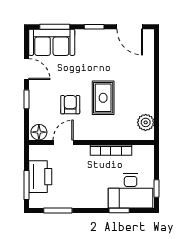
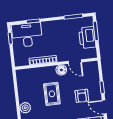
armchair: (70, 105) -> (82, 96), moved
plant: (146, 122) -> (25, 108), moved
floor lamp: (39, 132) -> (61, 70), moved
door: (63, 142) -> (75, 62), hinge flipped

